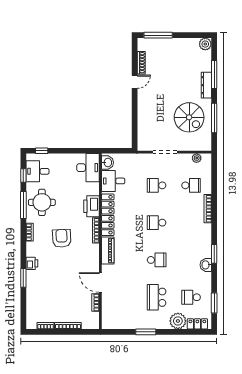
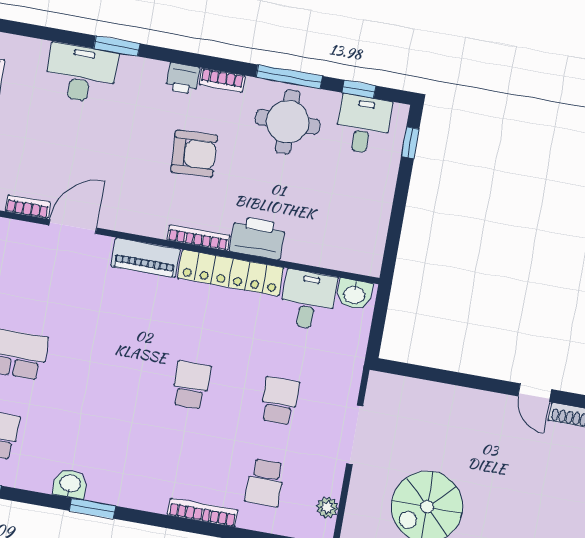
desk: (88, 168) -> (81, 73), moved, turned 180
school desk: (157, 260) -> (103, 369), removed
printer: (32, 263) -> (183, 78), moved

